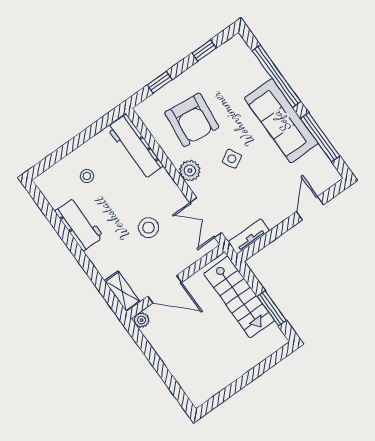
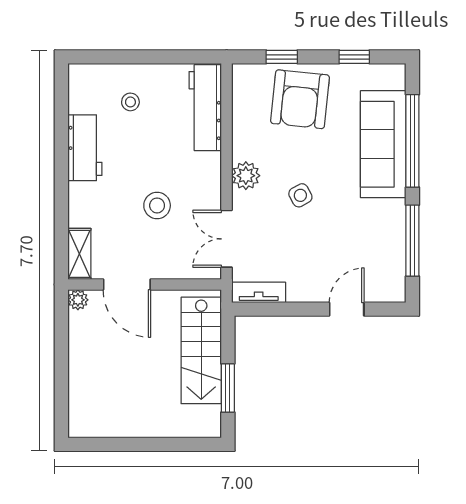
armchair: (192, 120) -> (300, 99), moved
sofa: (281, 121) -> (383, 144), moved

